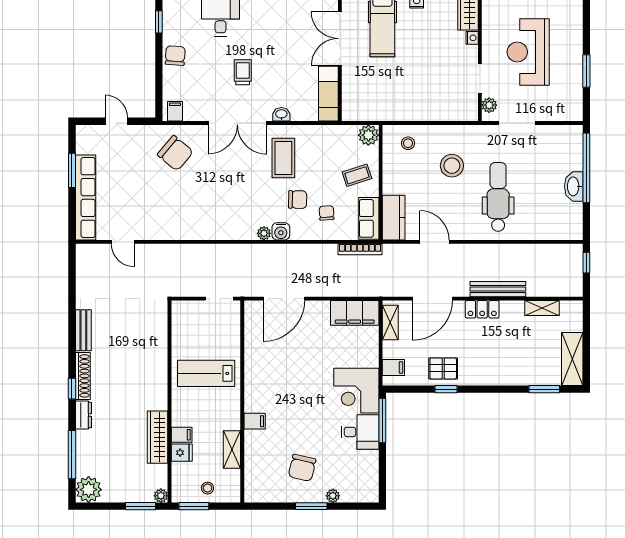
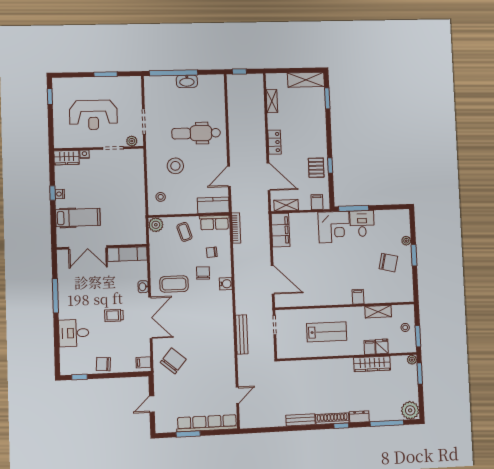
plant: (264, 233) -> (228, 296), removed
bench: (498, 289) -> (242, 334), moved
lab bench: (206, 373) -> (327, 332), turned -90

